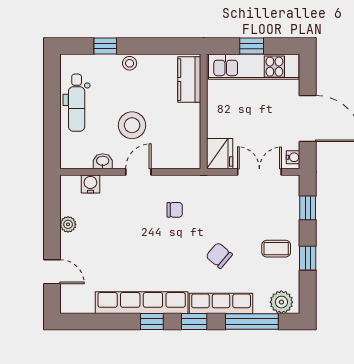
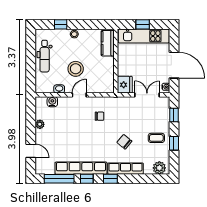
window: (252, 321) -> (59, 179), moved

